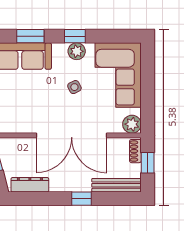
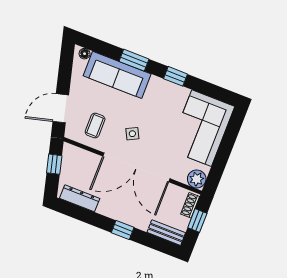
plant: (77, 51) -> (172, 91), removed
side table: (74, 87) -> (132, 134), moved
coffee table: (18, 111) -> (95, 126), added
bench: (116, 185) -> (166, 233), width x0.73

